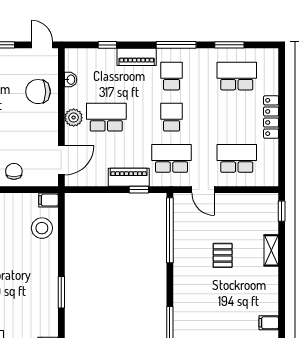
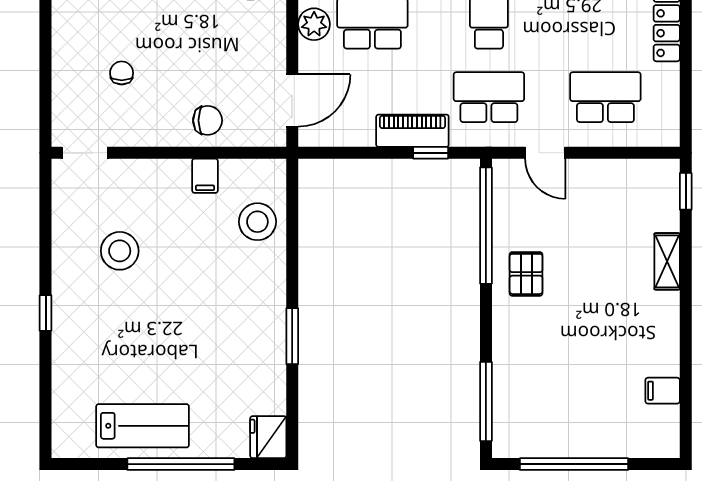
chair: (14, 171) -> (208, 120), turned 90
filing cabinet: (48, 200) -> (205, 176), moved, turned -90
pallet: (223, 255) -> (526, 274), moved

